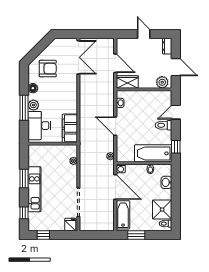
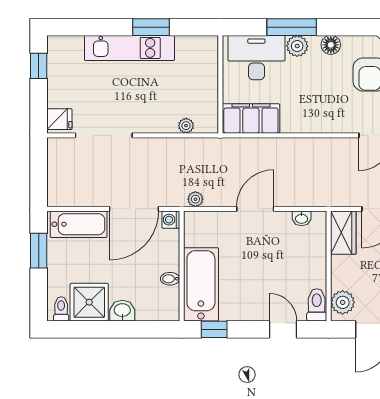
toilet: (163, 125) -> (317, 305), moved
washbasin: (166, 182) -> (122, 311), moved
window: (24, 213) -> (82, 27), removed

